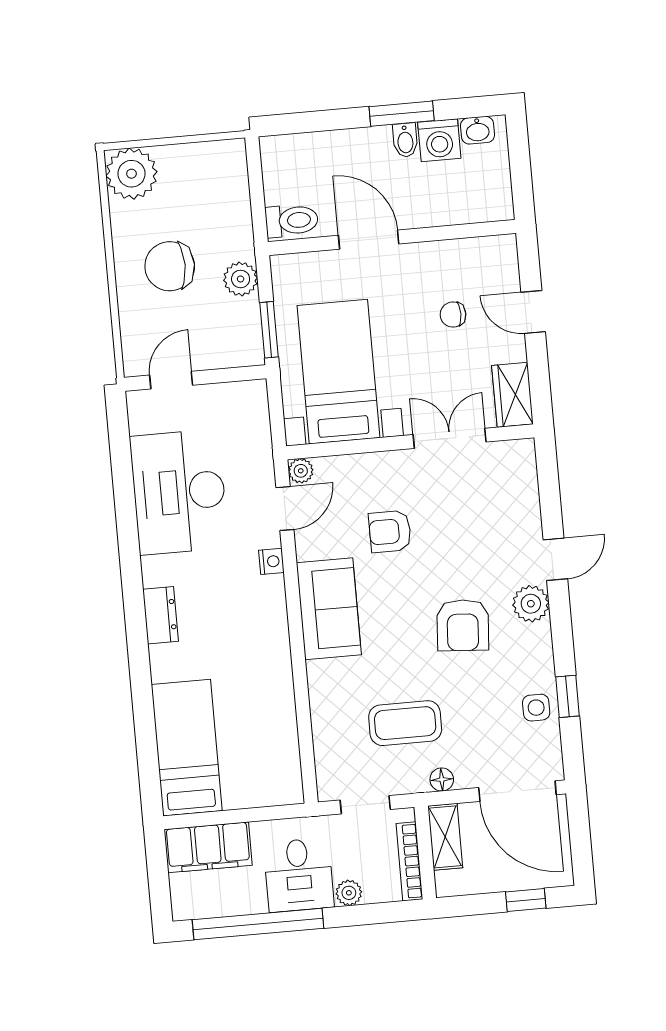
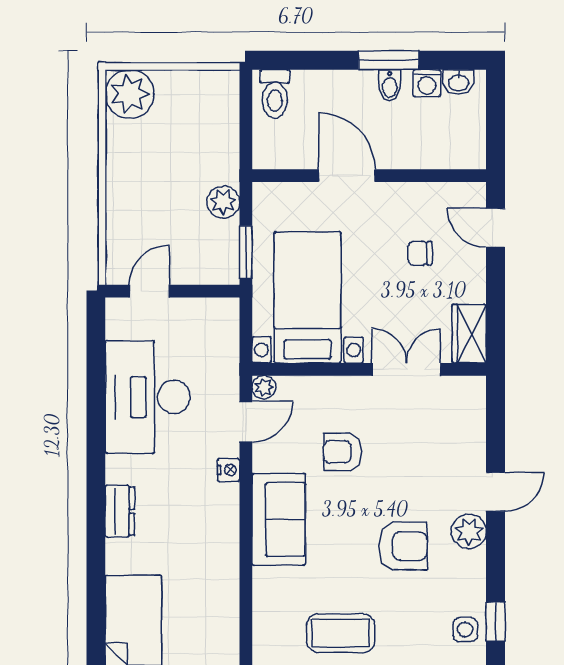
washing machine: (439, 140) -> (427, 83), width x0.73, depth x0.73
toilet: (292, 221) -> (275, 94), moved, turned 90
chair: (170, 266) -> (158, 184), removed
door: (533, 312) -> (496, 228), moved
armchair: (463, 625) -> (403, 546), turned -94

